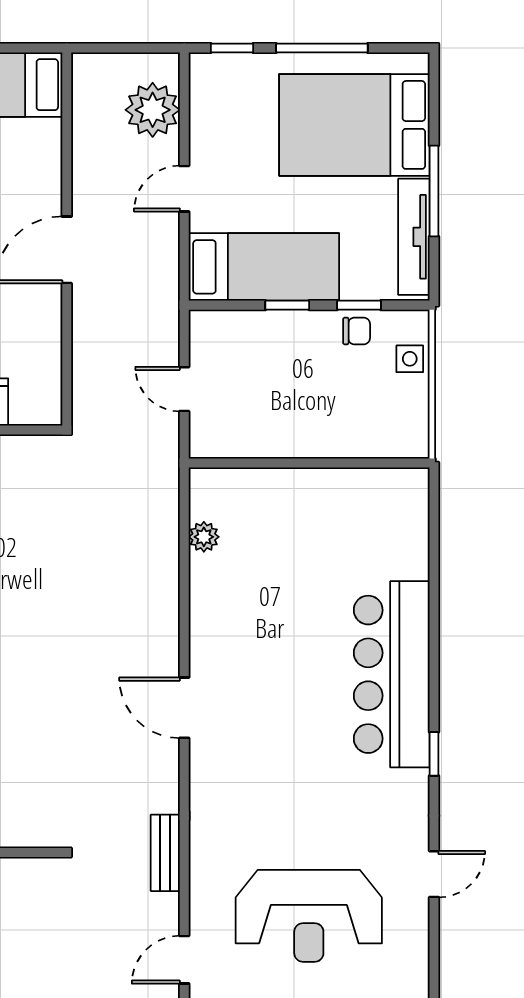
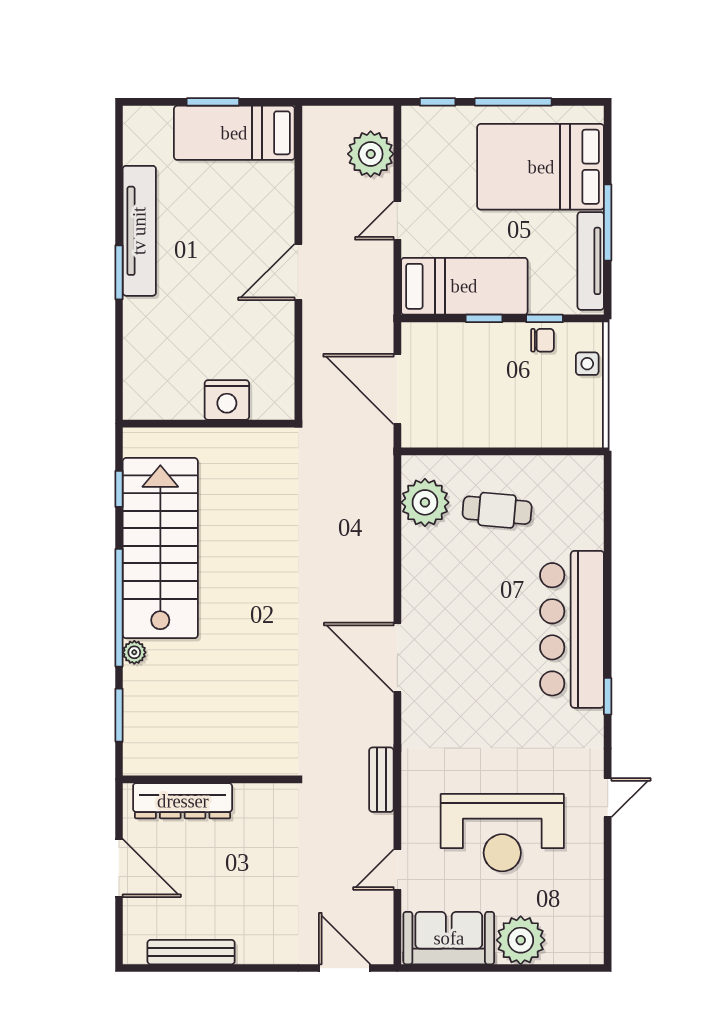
door: (184, 389) -> (397, 389), width x1.88
cafe table: (303, 533) -> (497, 510), added
plant: (204, 537) -> (425, 502), width x1.87, depth x1.87
door: (184, 708) -> (397, 658), width x1.36

